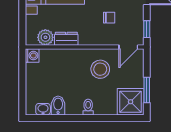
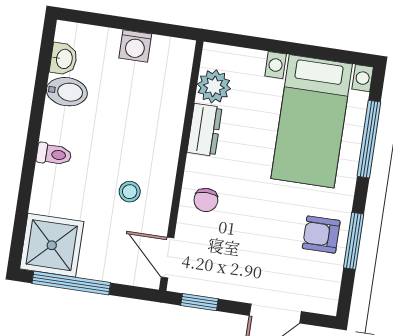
chair: (109, 18) -> (206, 200), moved
washing machine: (32, 56) -> (135, 46), moved
stool: (100, 69) -> (130, 192), width x0.53, depth x0.53
window: (147, 90) -> (71, 283), width x1.44

